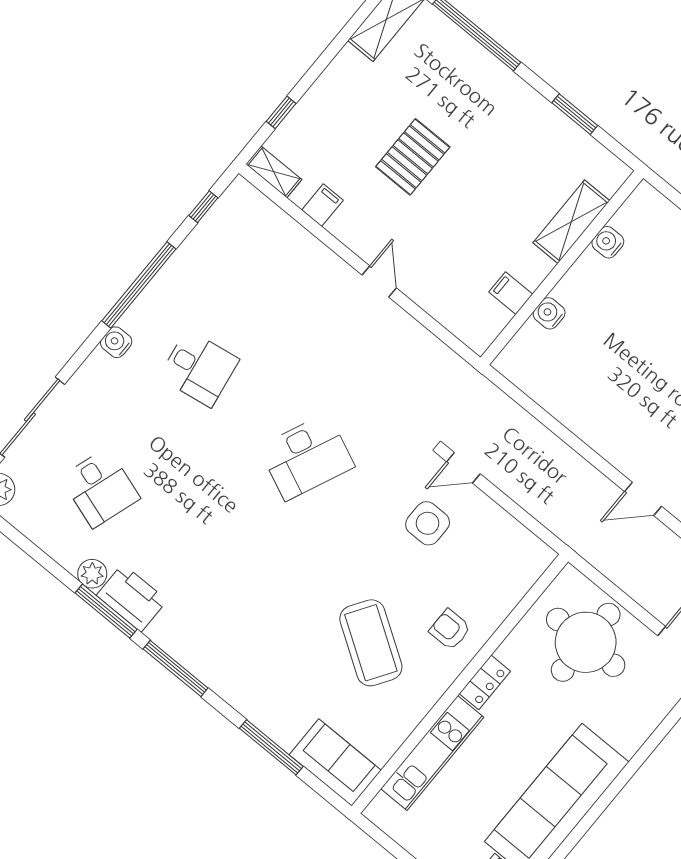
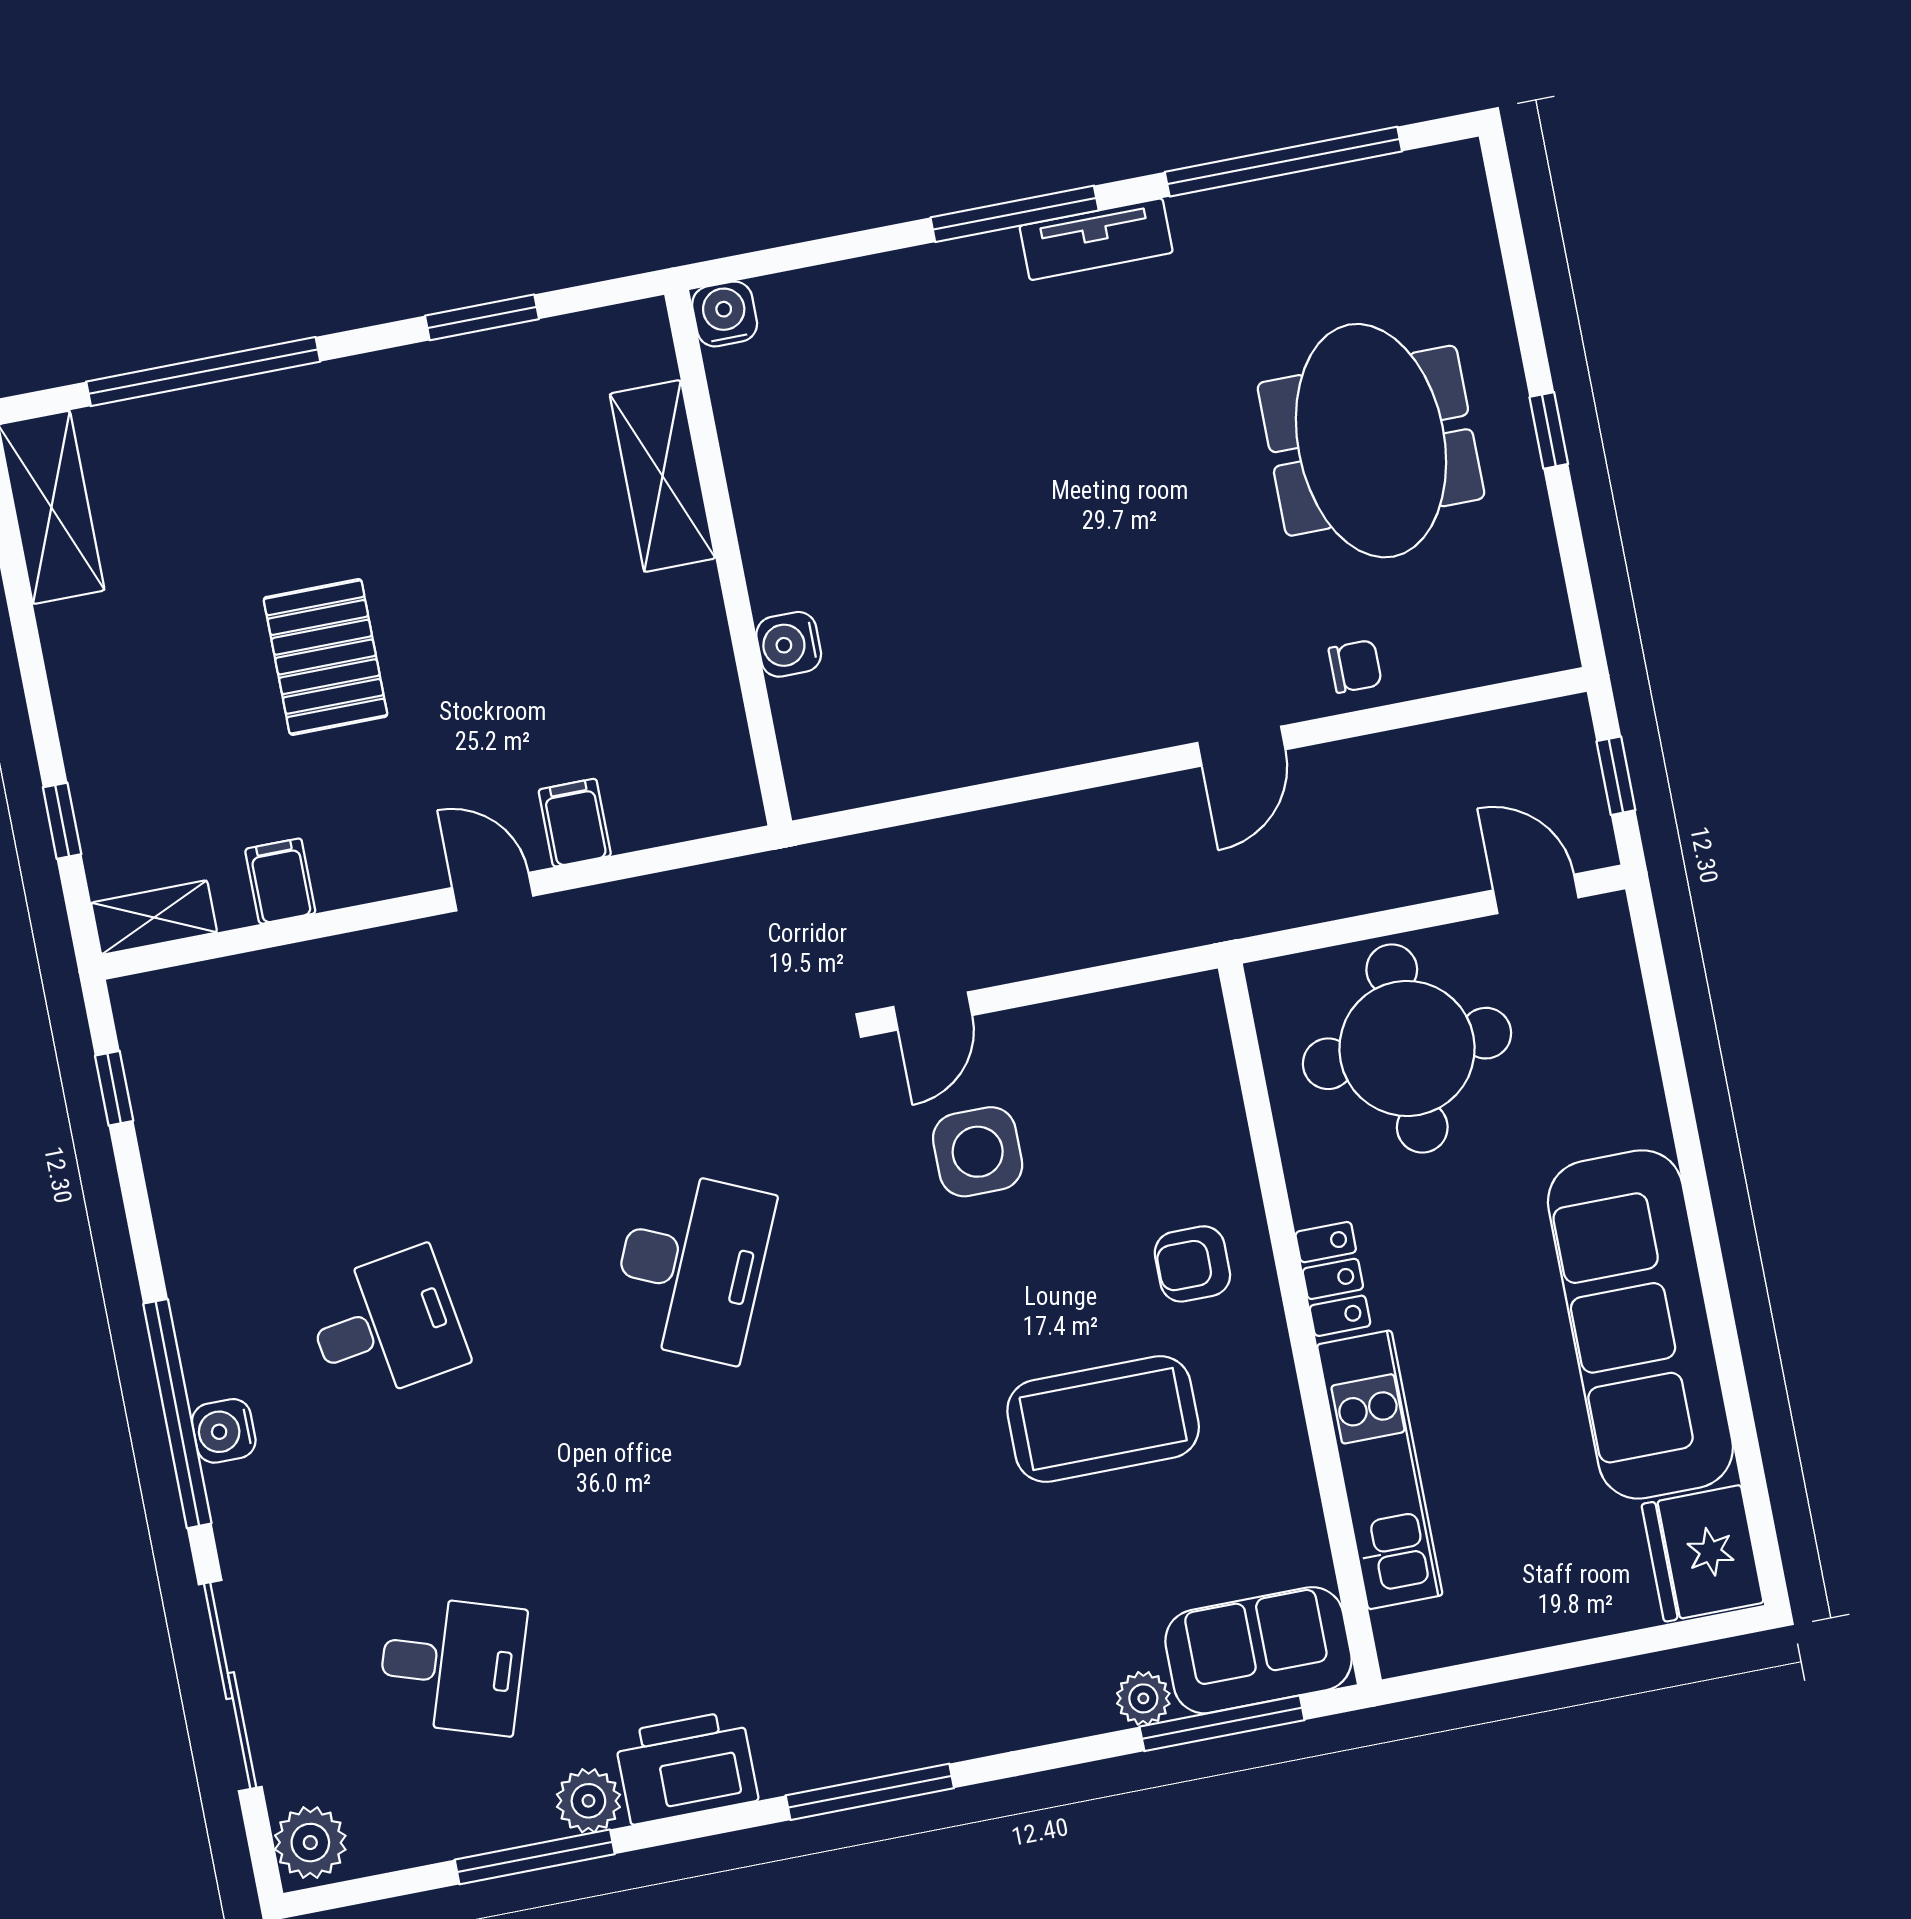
water cooler: (608, 242) -> (725, 314), moved, turned 90
window: (139, 285) -> (177, 1414), moved
filing cabinet: (511, 293) -> (575, 823), moved, turned 90
window: (106, 611) -> (535, 1857), moved
coffee table: (371, 643) -> (1103, 1419), turned -33
plant: (286, 736) -> (1143, 1698), added
window: (271, 747) -> (1222, 1723), moved

